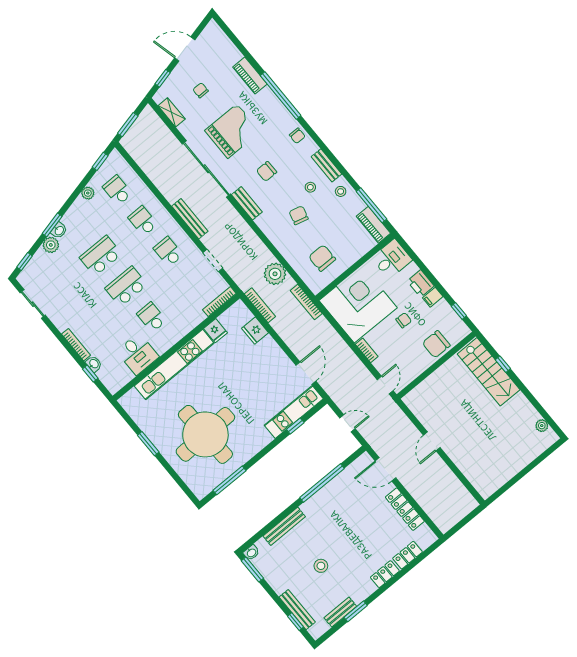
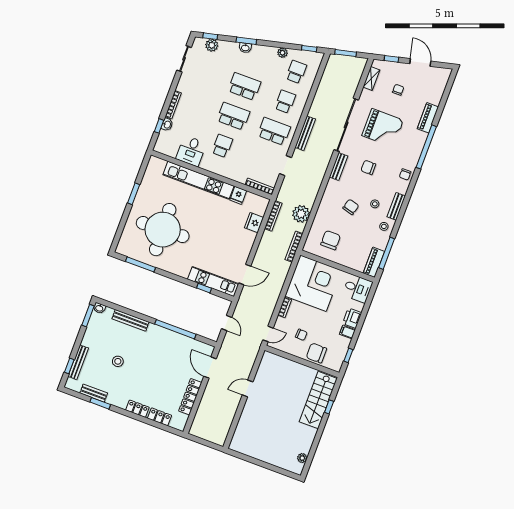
plant: (51, 245) -> (212, 45), moved
school desk: (168, 252) -> (274, 131), width x1.85
chair: (404, 320) -> (301, 335), moved

